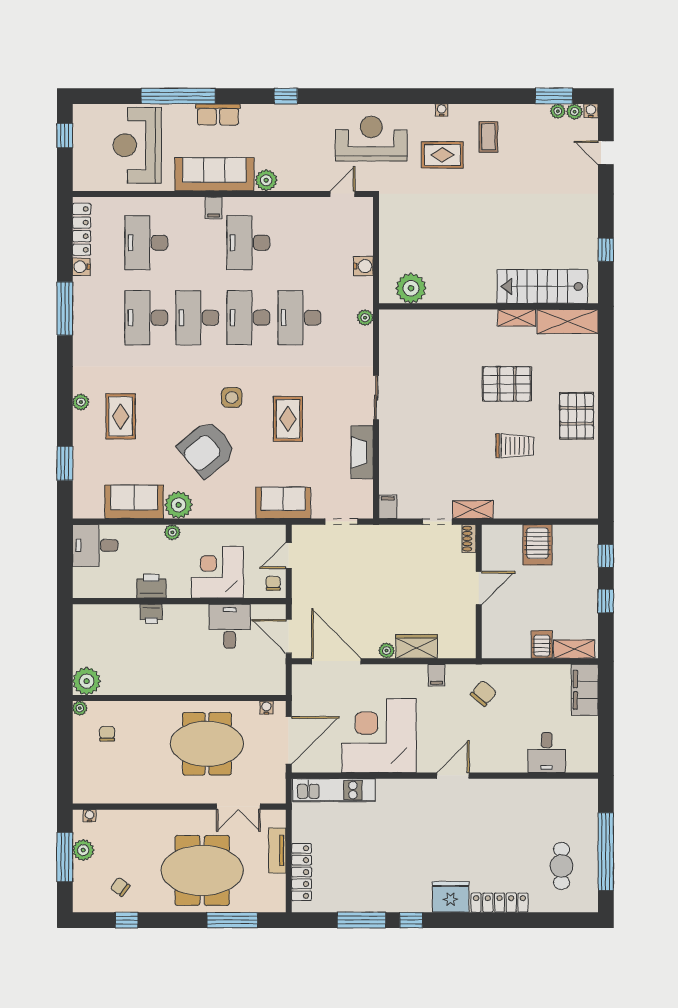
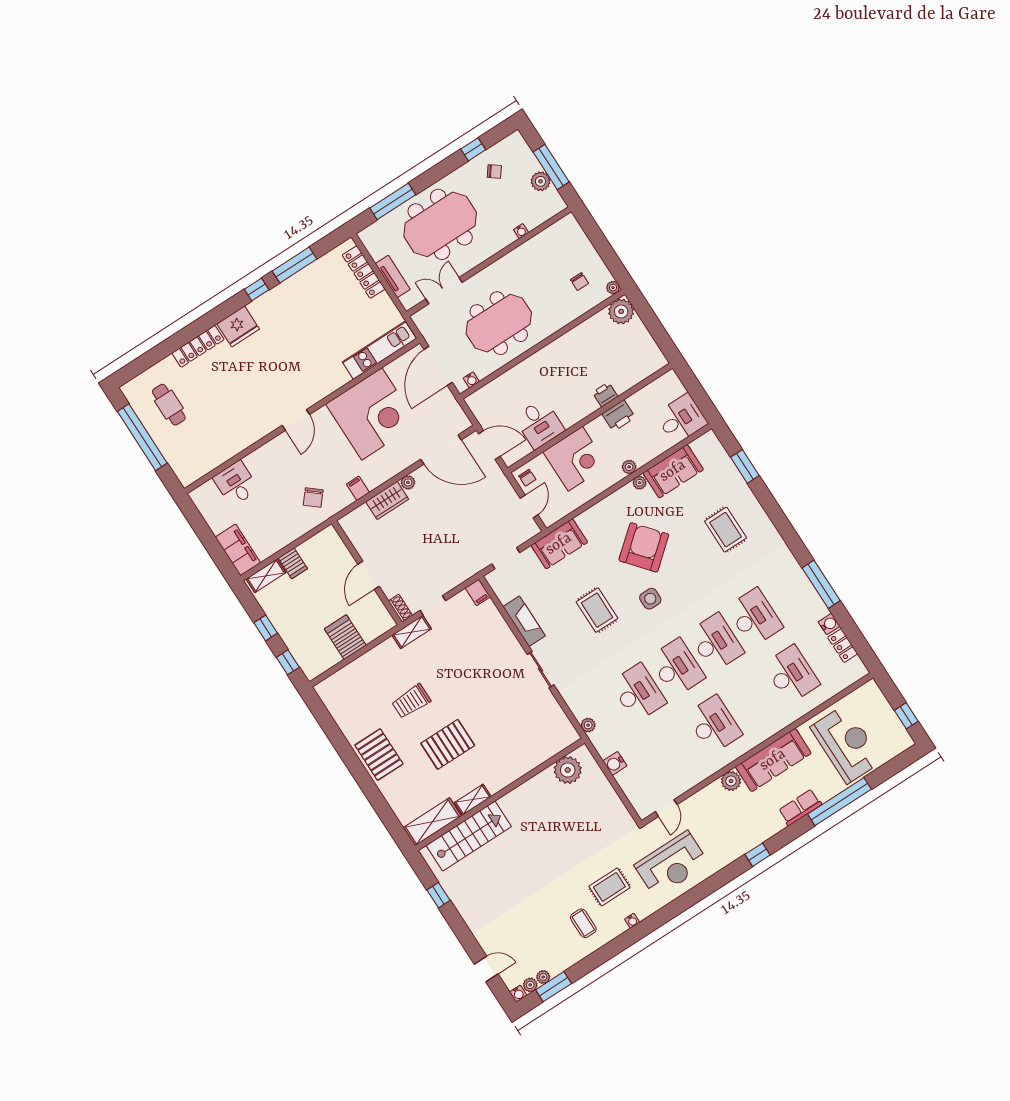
filing cabinet: (214, 208) -> (757, 734), removed
locker: (82, 229) -> (843, 646), width x0.66
plant: (81, 402) -> (763, 521), removed
plant: (179, 505) -> (640, 483), width x0.53, depth x0.53
water cooler: (90, 816) -> (521, 231), moved

